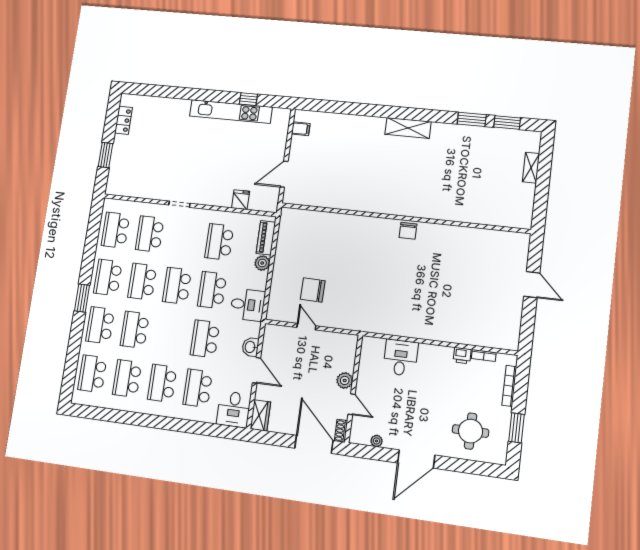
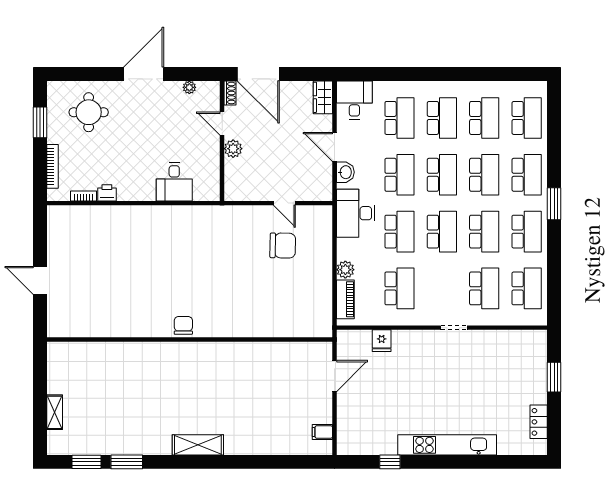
kitchen unit: (231, 111) -> (447, 445), moved
desk: (248, 305) -> (356, 213), width x1.37
school desk: (170, 334) -> (442, 175), added

